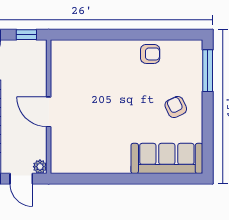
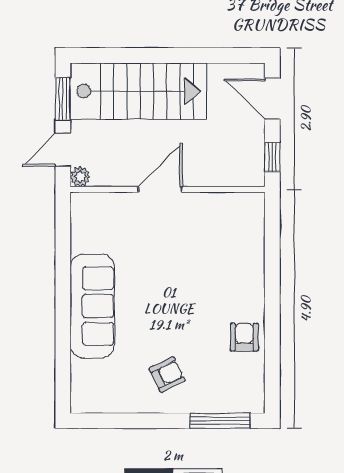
armchair: (150, 54) -> (244, 337), turned 180
sofa: (167, 158) -> (92, 306), moved

